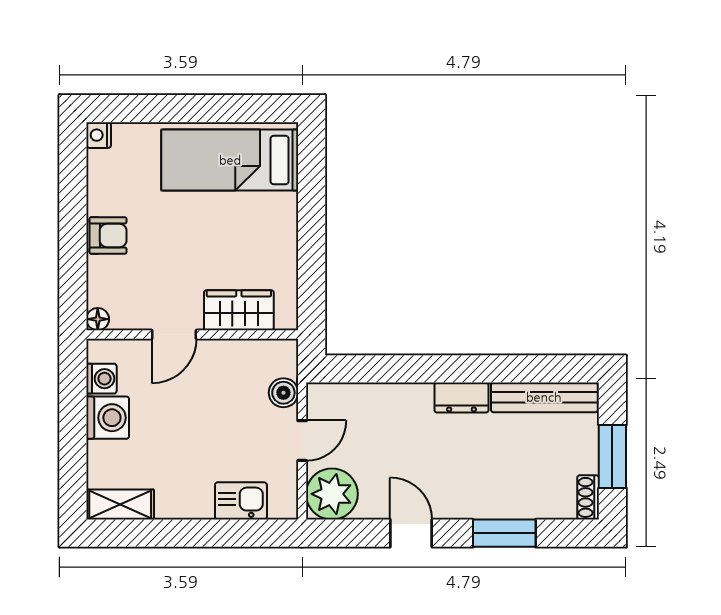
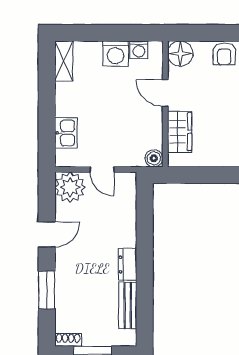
floor lamp: (98, 319) -> (180, 54), width x1.89, depth x1.89
boiler: (283, 393) -> (154, 158), moved
bench: (544, 397) -> (128, 305), width x0.73

